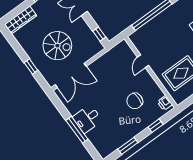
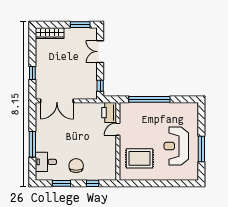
spiral stairs: (57, 46) -> (63, 72), removed
chair: (135, 101) -> (76, 166), moved, turned 90
printer: (165, 103) -> (109, 113), moved, width x1.87, depth x1.48
desk: (87, 119) -> (46, 162), moved

